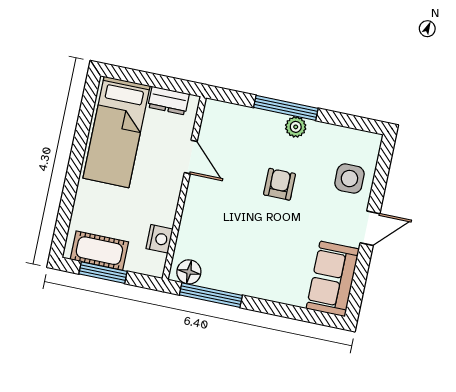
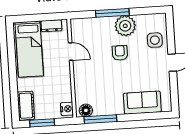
plant: (296, 127) -> (125, 26), width x1.88, depth x1.88
nightstand: (160, 239) -> (67, 109), moved
cot: (99, 251) -> (26, 106), moved, turned 90
sofa: (333, 279) -> (142, 103), moved, turned 90

